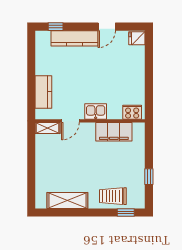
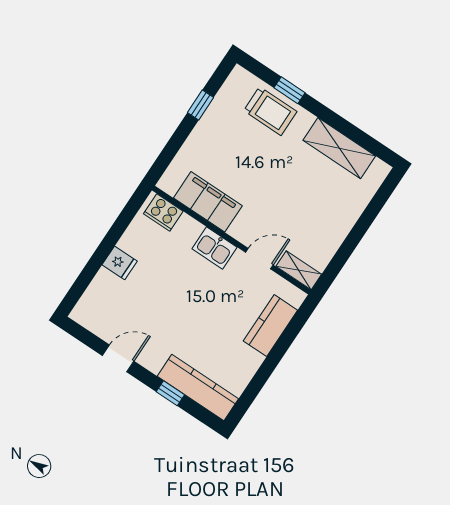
window: (56, 27) -> (170, 393), moved
kitchen counter: (75, 38) -> (198, 387), moved
fridge: (137, 38) -> (120, 263), moved
window: (126, 213) -> (289, 90), moved

